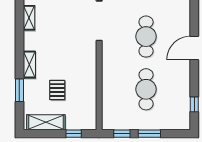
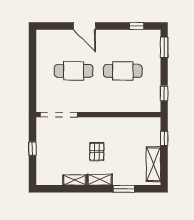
shelving: (29, 18) -> (75, 180), moved
pallet: (57, 90) -> (97, 152), moved, turned 90
window: (149, 134) -> (164, 47), moved

